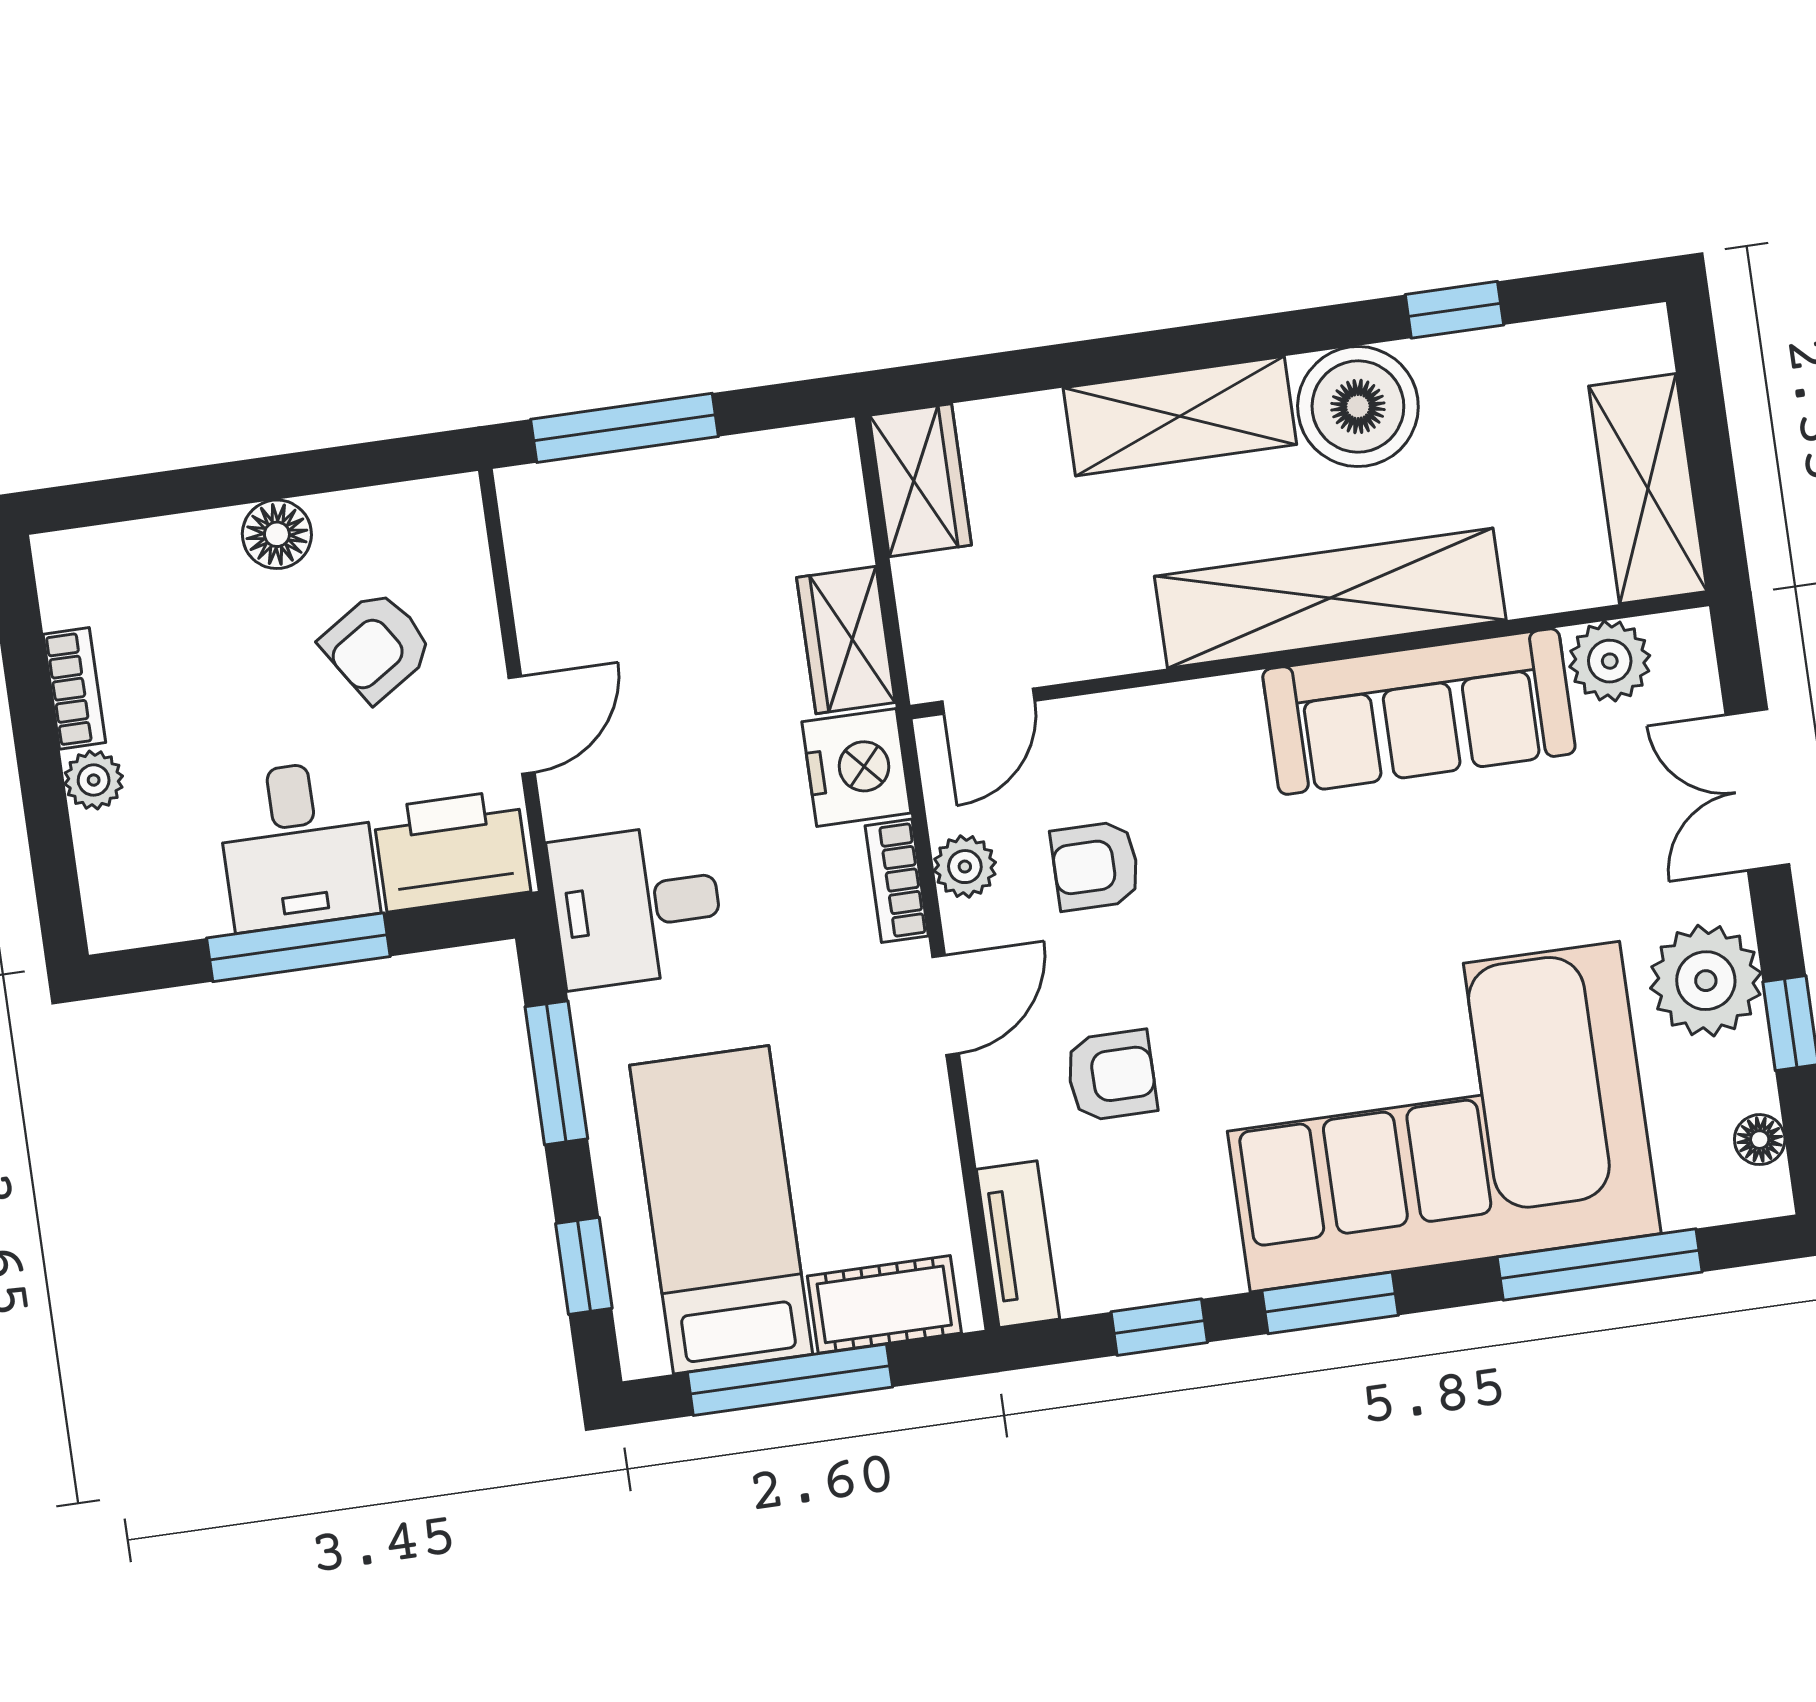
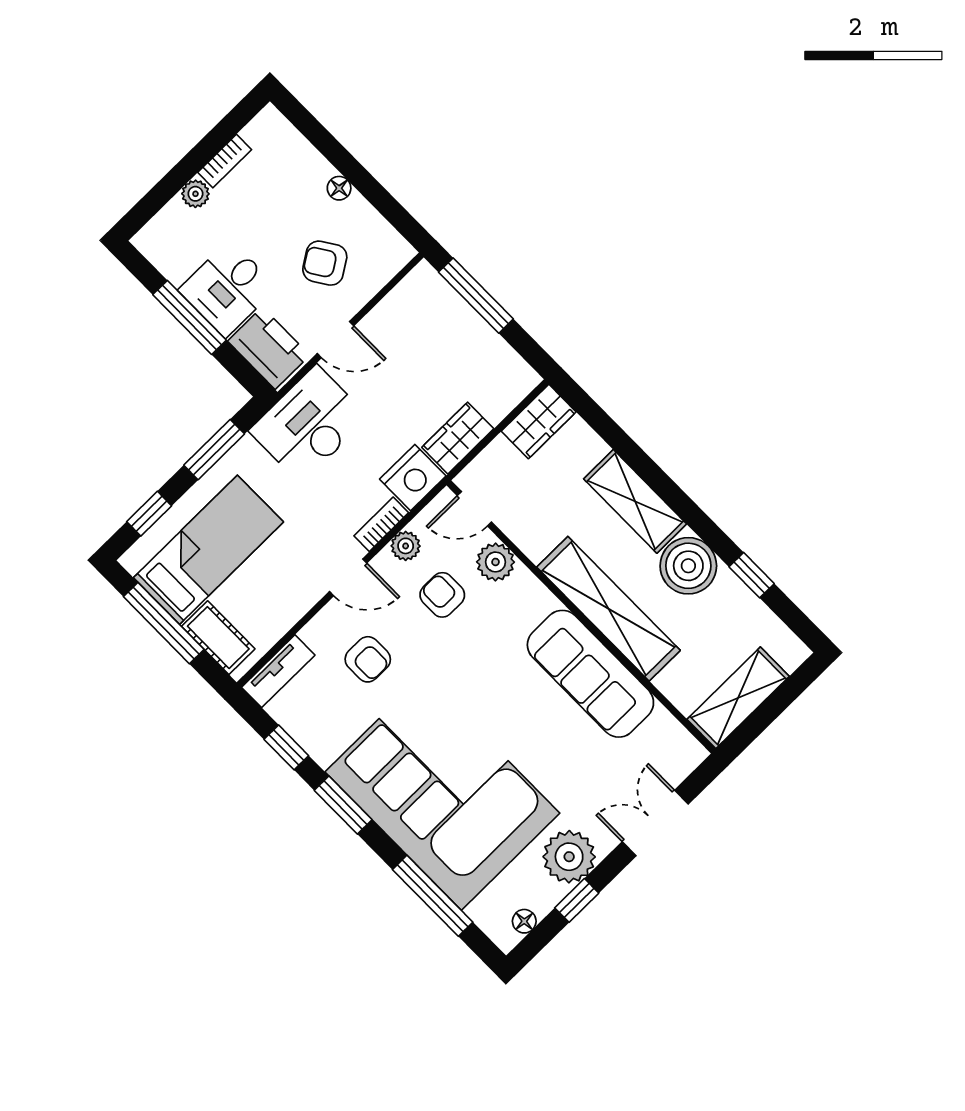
floor lamp: (277, 534) -> (339, 188), width x0.73, depth x0.73
plant: (1610, 661) -> (496, 562), moved
desk: (637, 906) -> (309, 424), width x1.37

